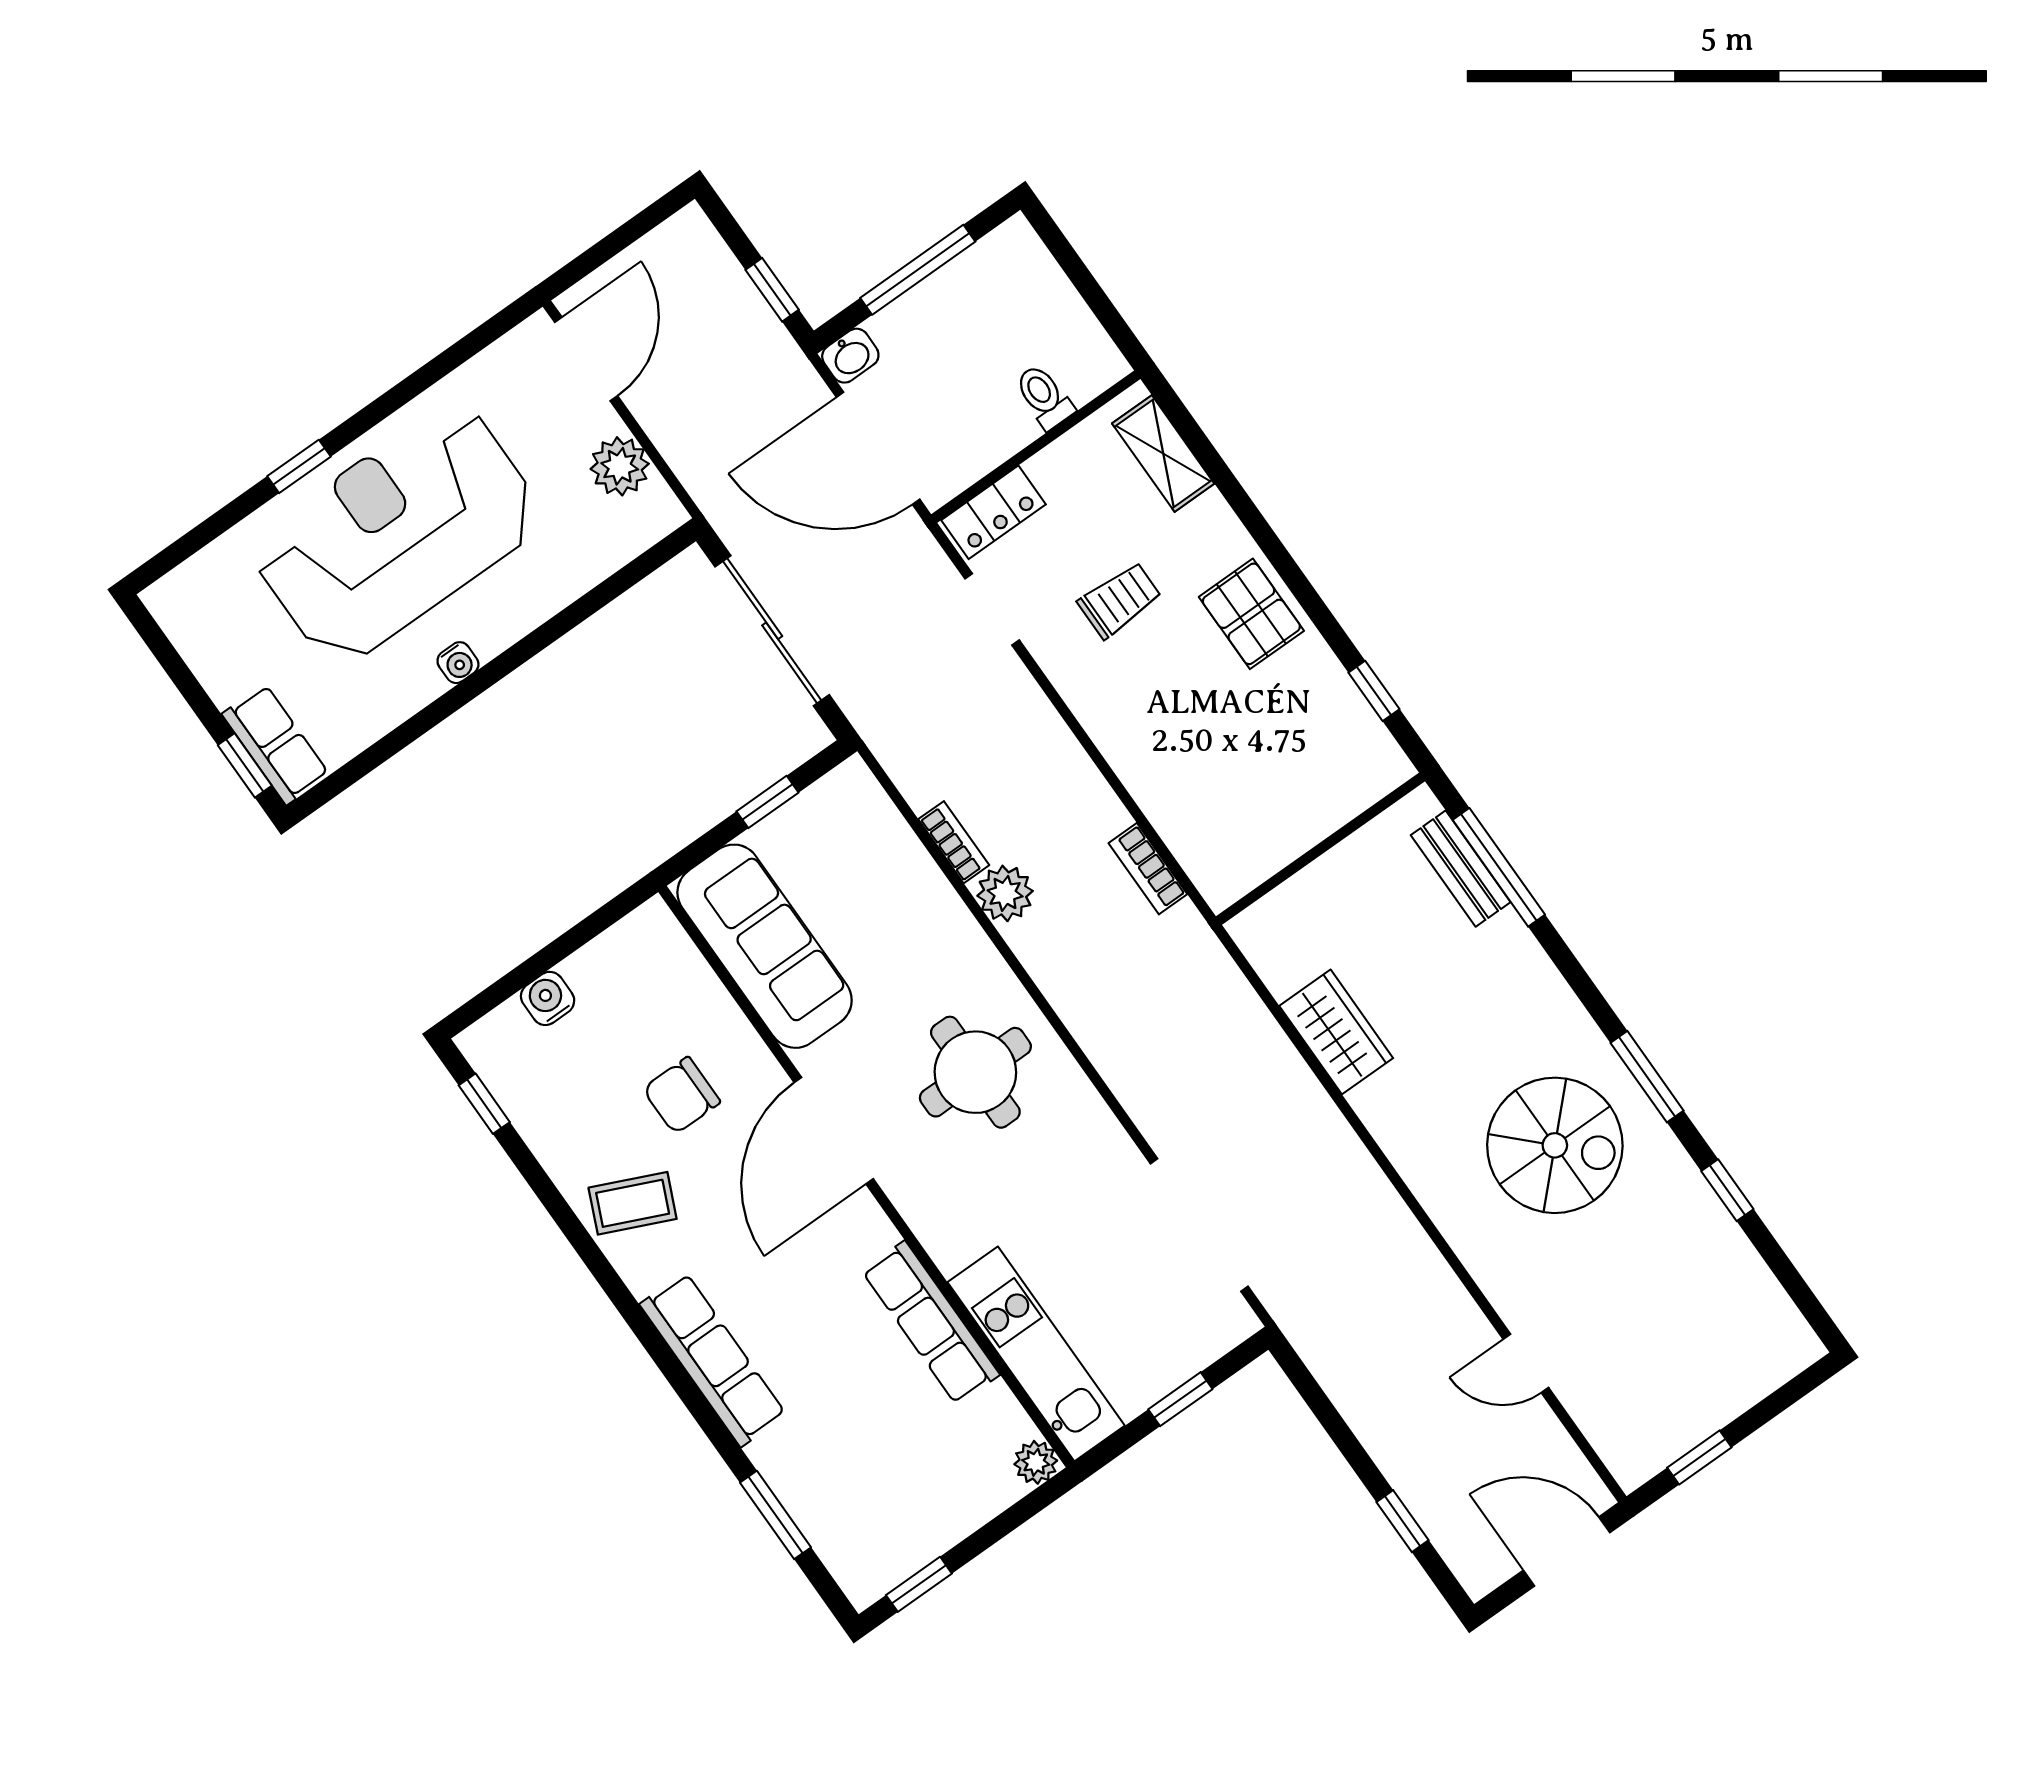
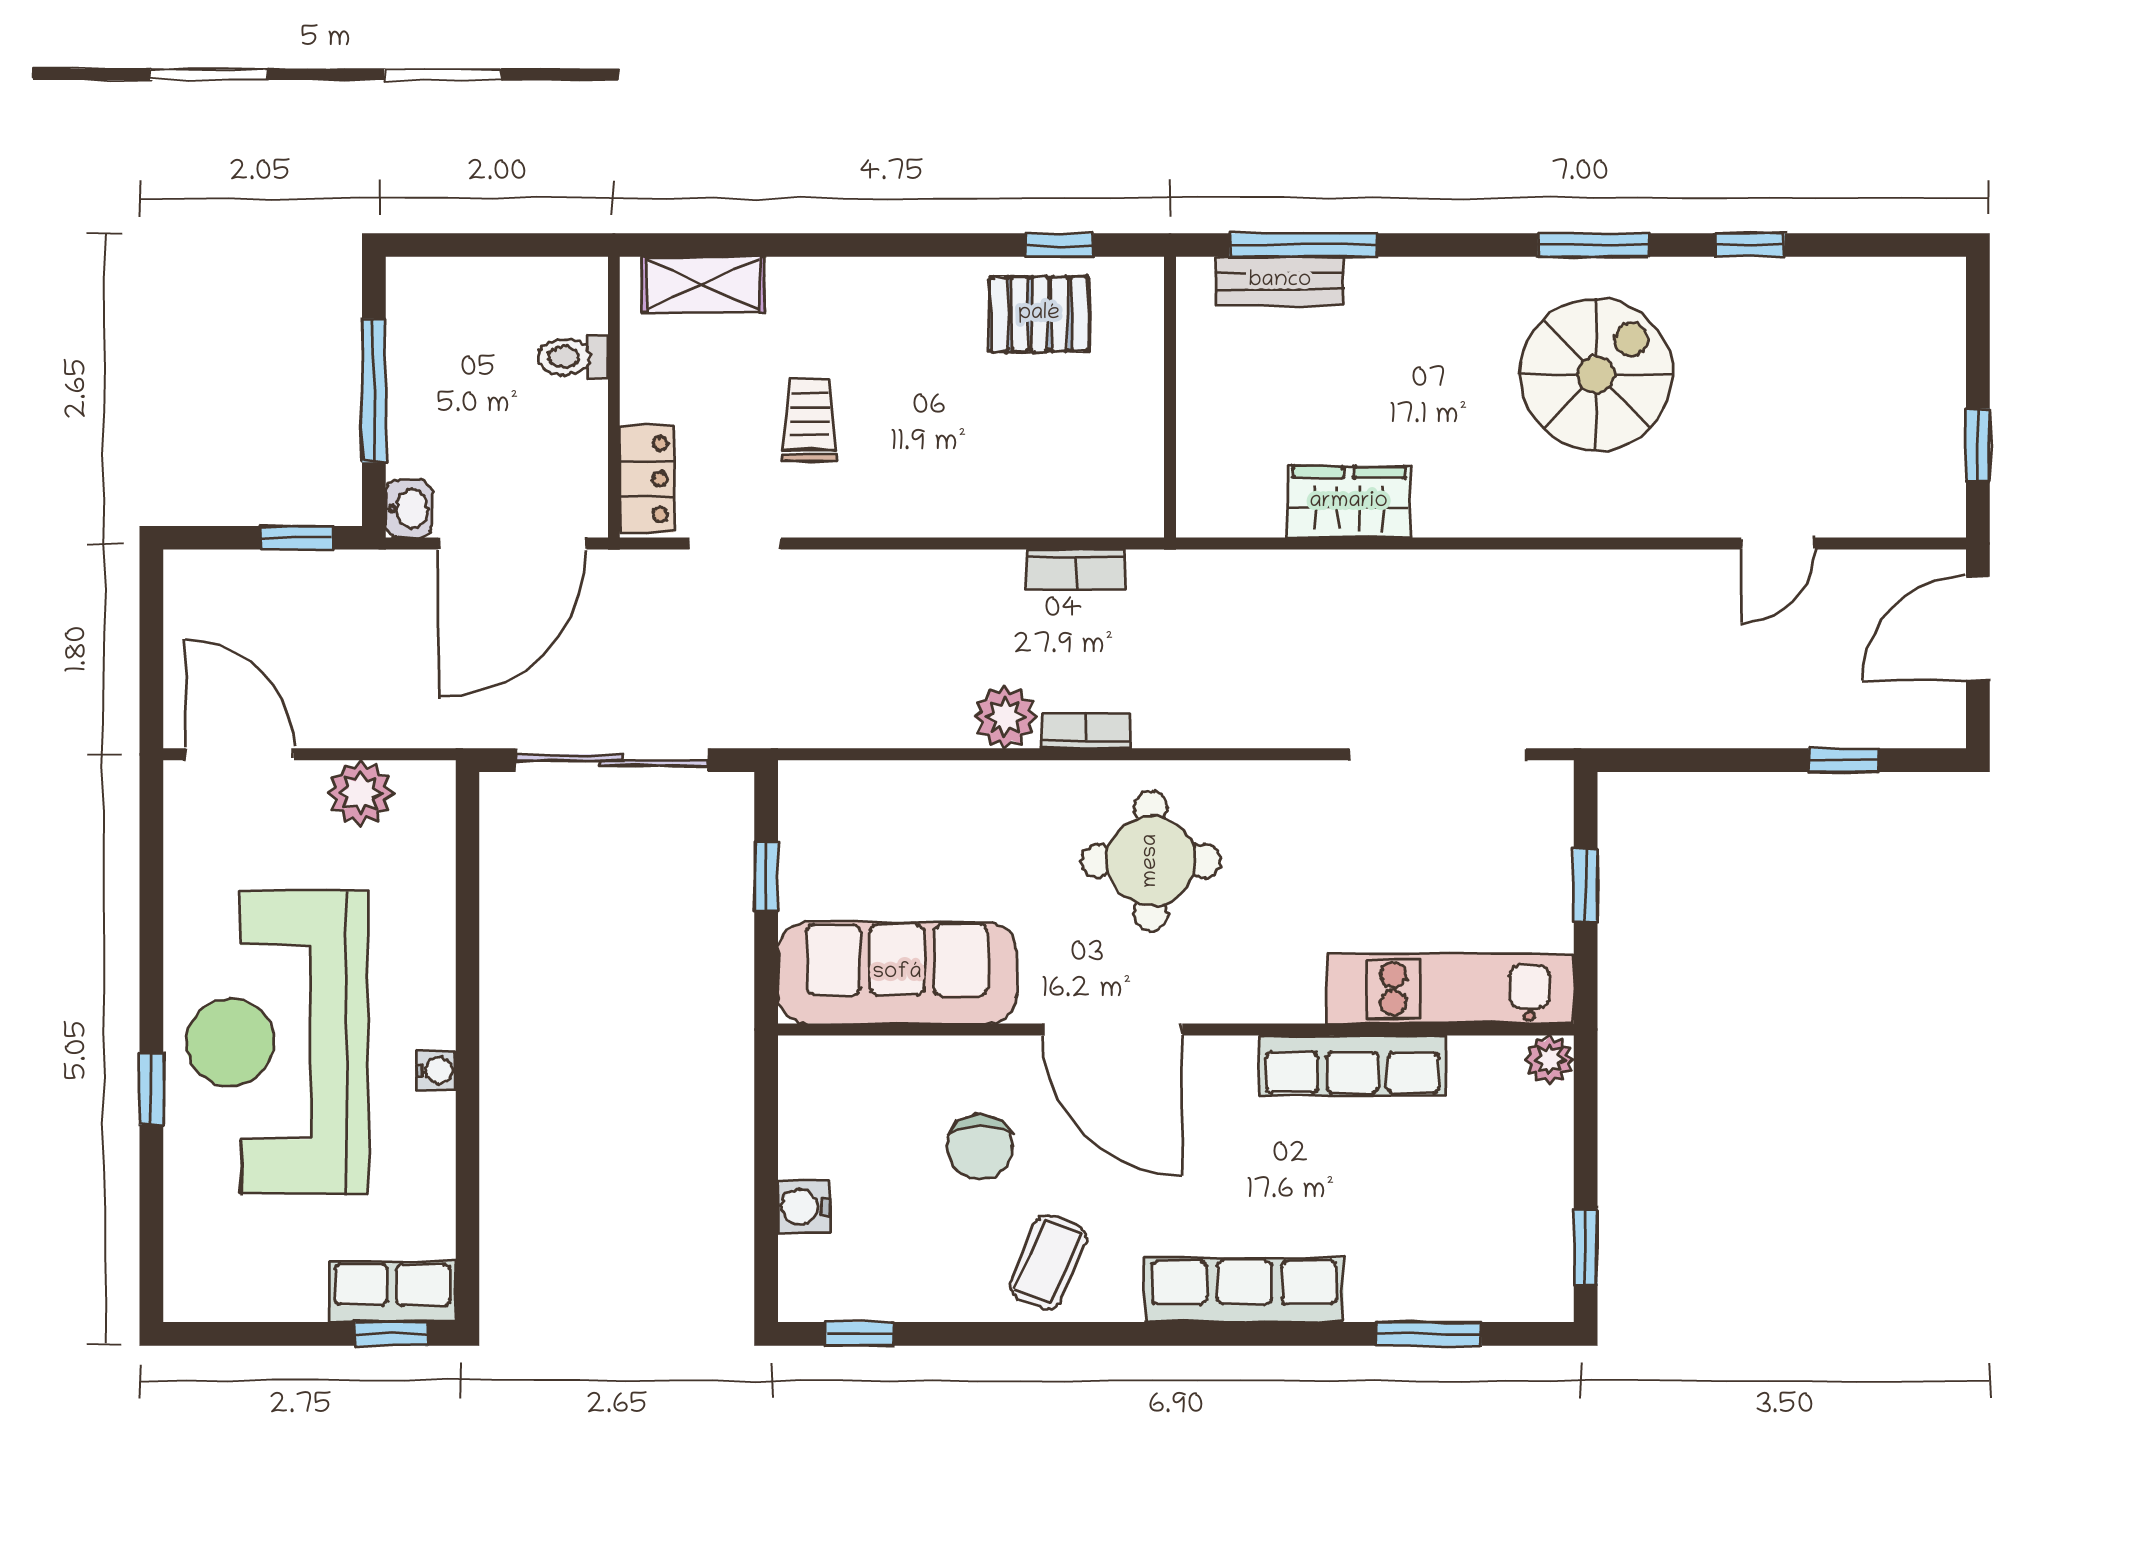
pallet: (1251, 614) -> (1039, 314), moved
bookcase: (954, 842) -> (1086, 731), moved

